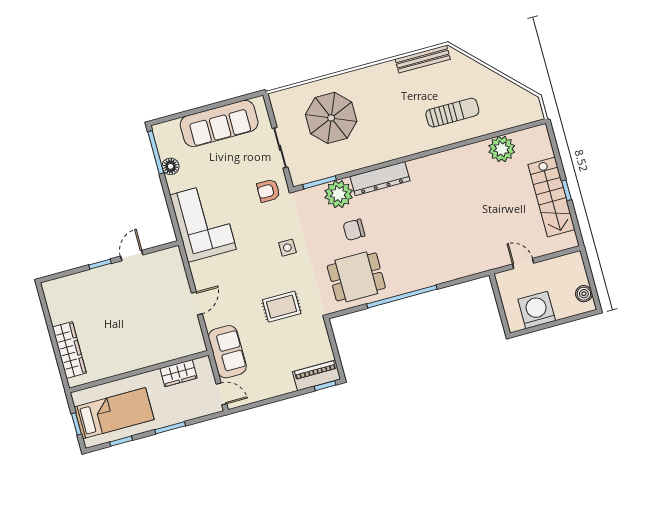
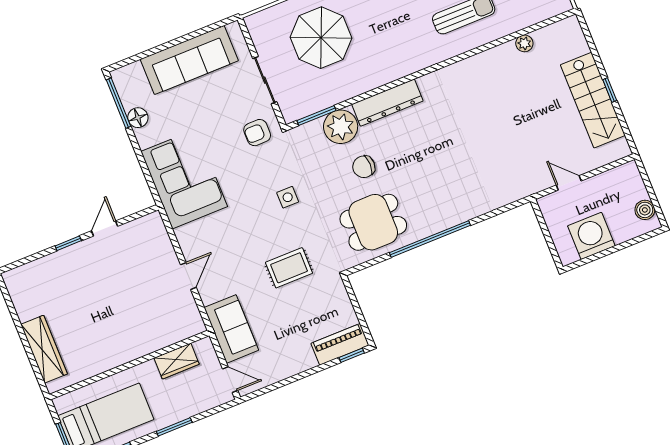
plant: (502, 149) -> (524, 43), width x0.53, depth x0.53

